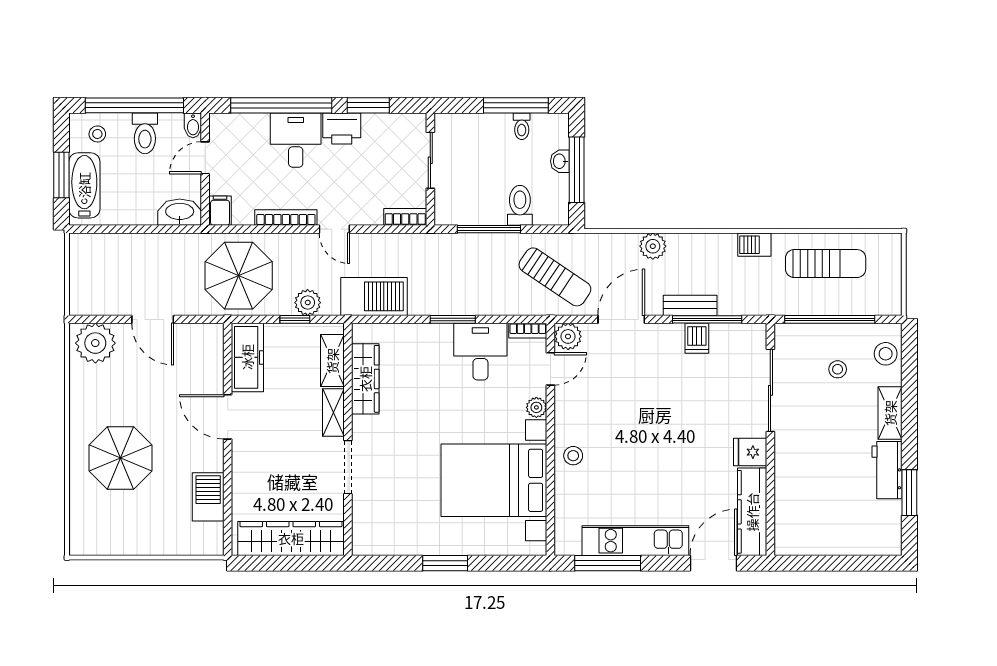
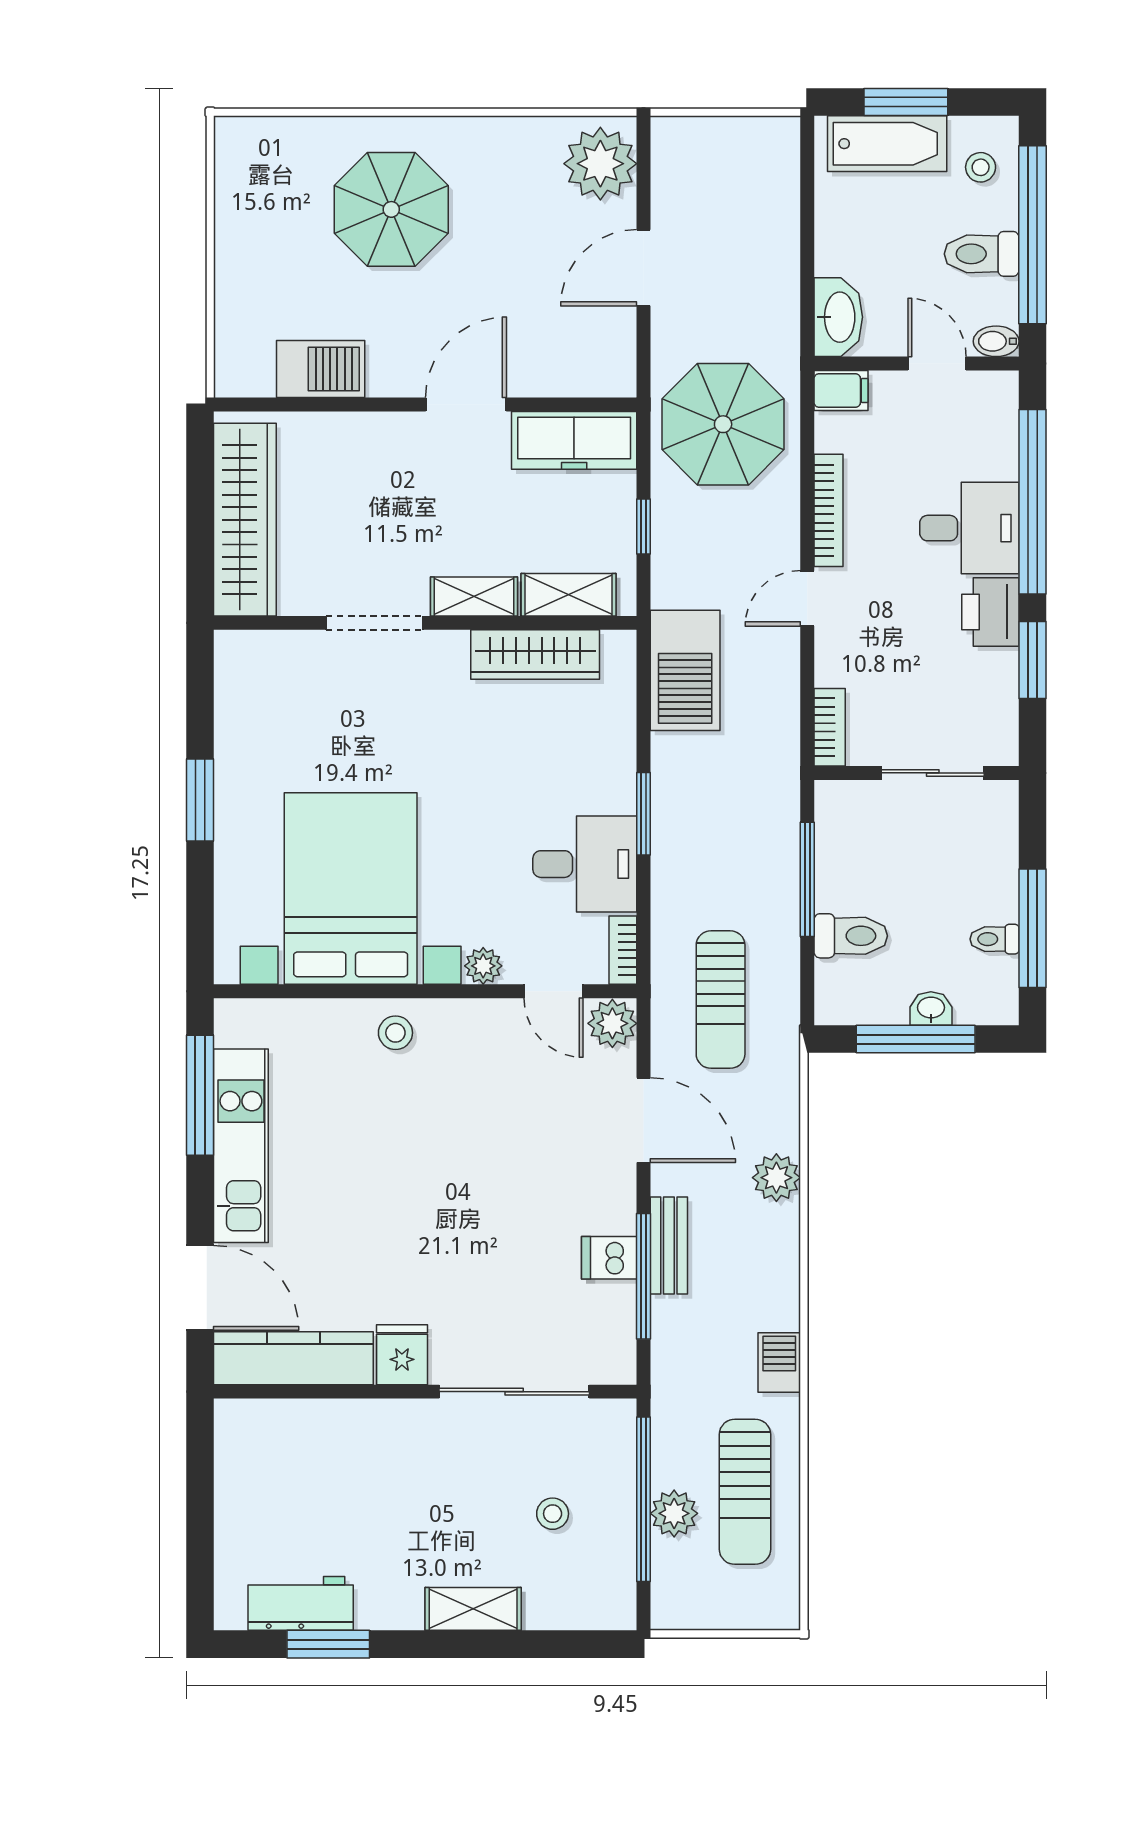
sun lounger: (555, 277) -> (721, 1000), turned -34
plant: (308, 303) -> (674, 1513), moved
stool: (886, 354) -> (581, 1601), removed
workbench: (887, 470) -> (301, 1603), moved

